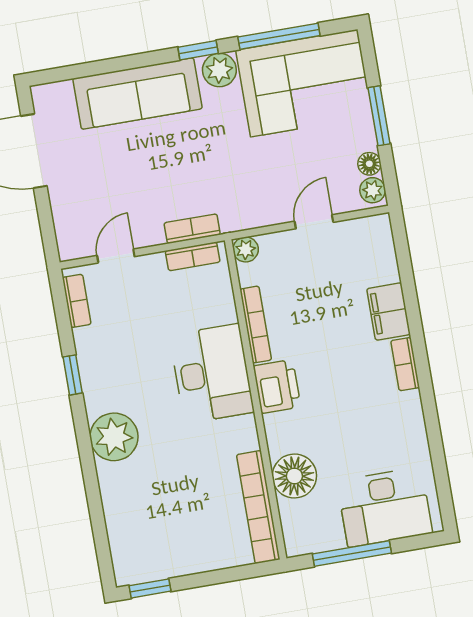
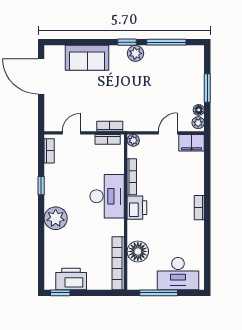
corner sofa: (304, 83) -> (174, 66), removed
sofa: (137, 94) -> (87, 58), width x0.73
filing cabinet: (389, 312) -> (192, 143), moved, turned -90
printer: (167, 556) -> (71, 279), added

